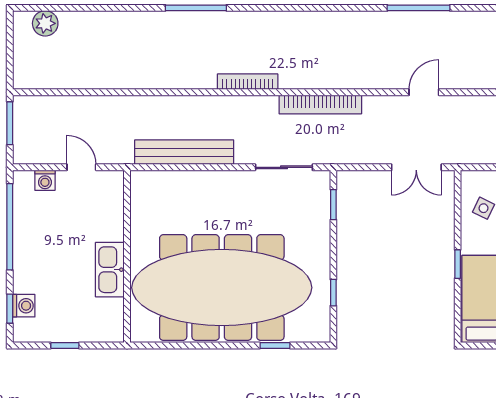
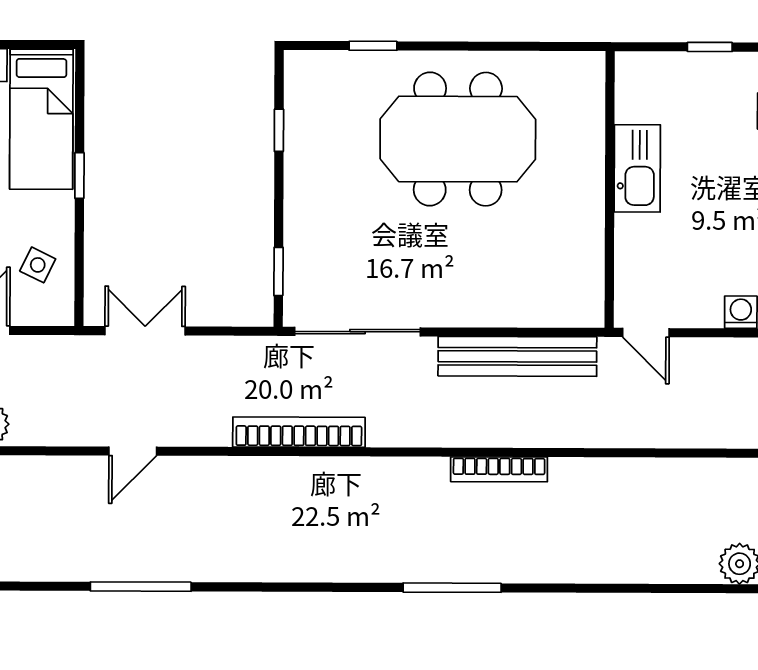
window: (196, 8) -> (452, 588), moved
bookcase: (248, 82) -> (499, 469), moved
door: (81, 167) -> (646, 333), moved
sliding door: (284, 167) -> (357, 332), width x1.37
meeting table: (222, 288) -> (458, 139), width x0.54, depth x0.79

